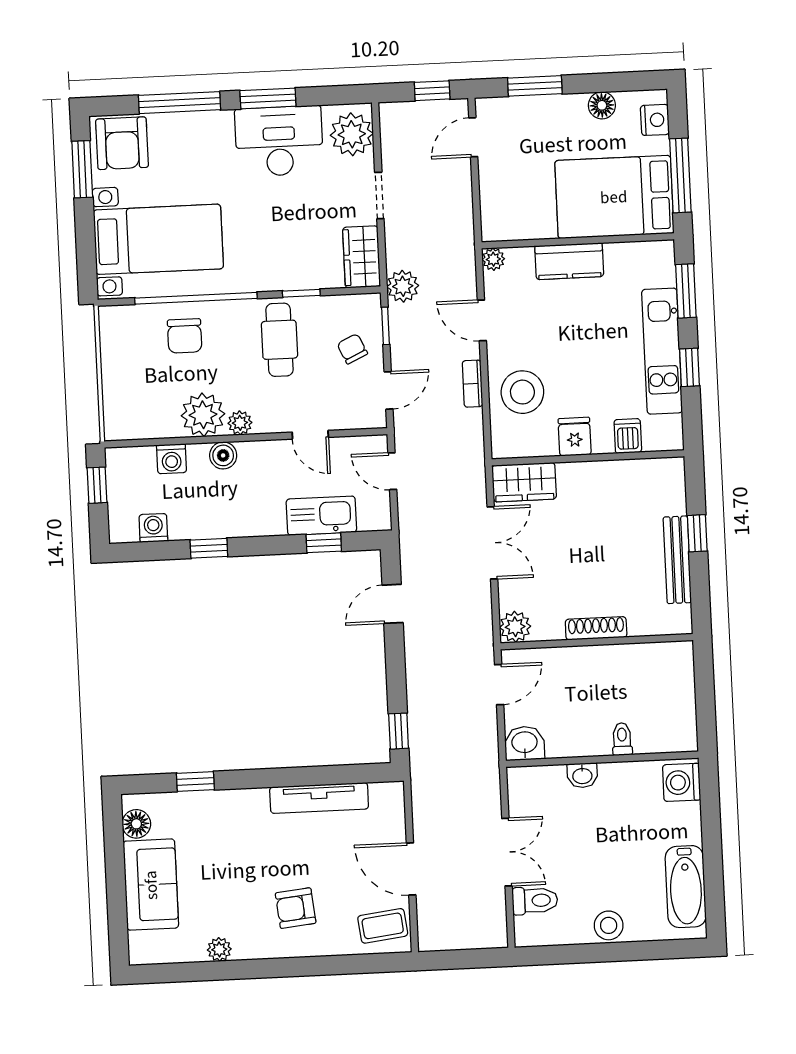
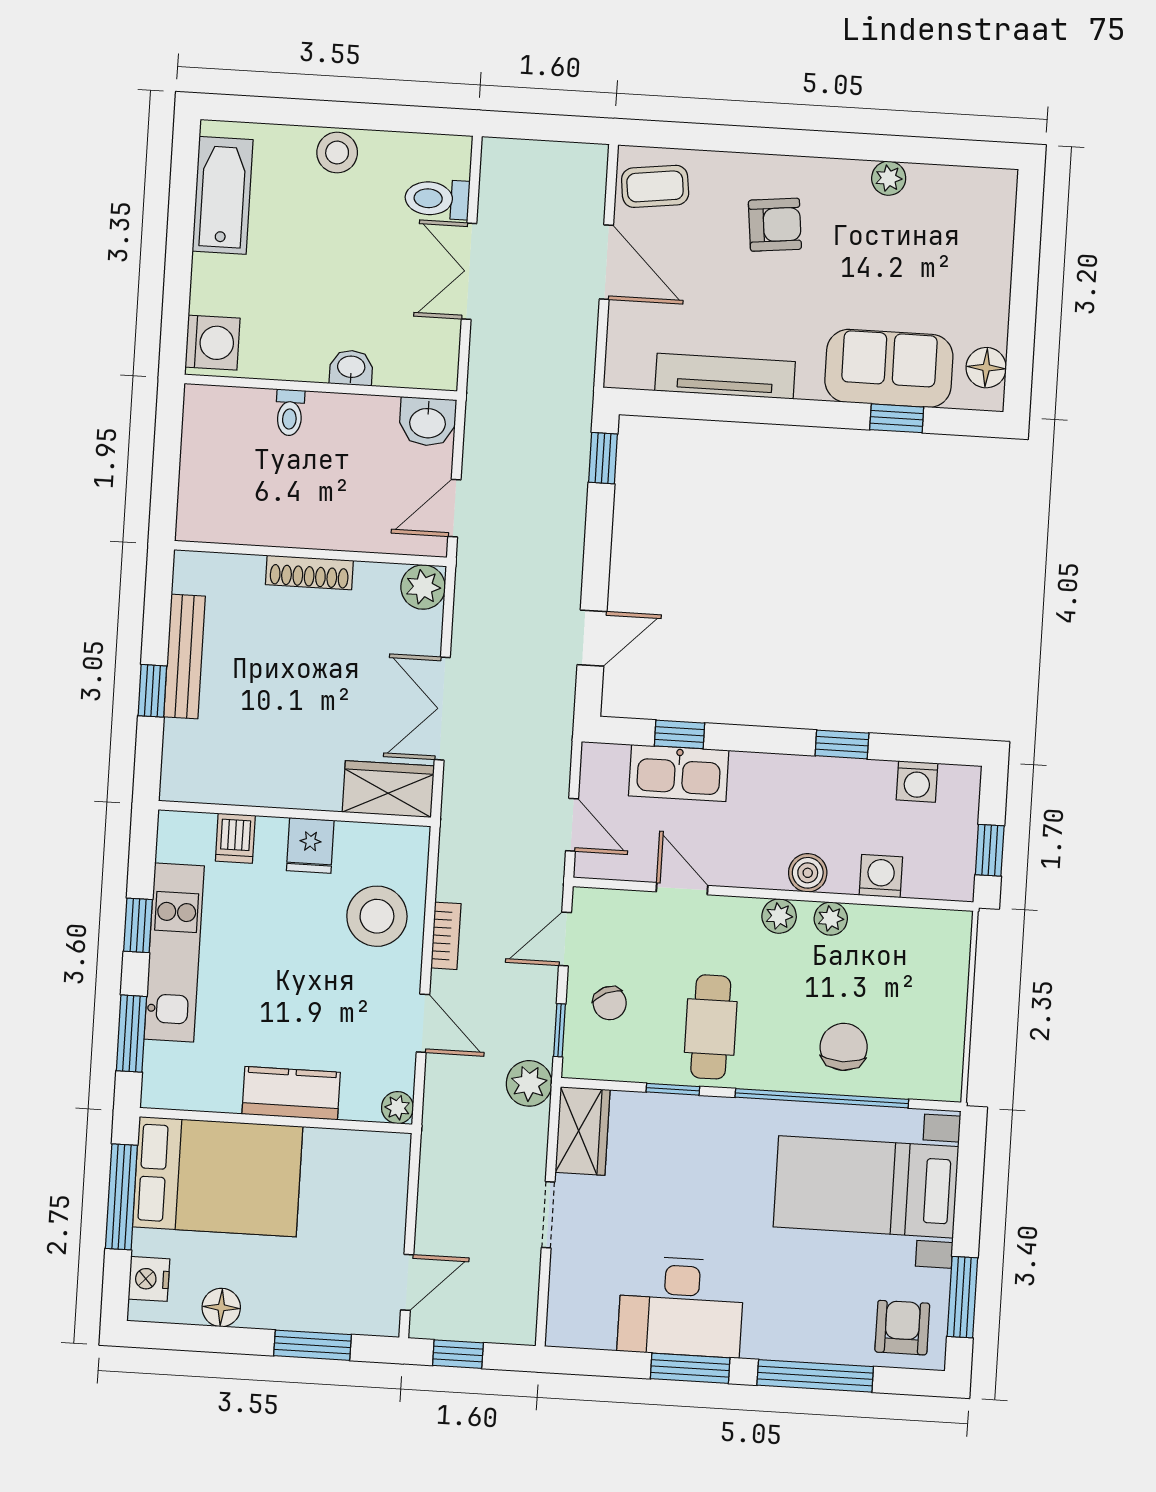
plant: (352, 134) -> (578, 1305), removed
armchair: (122, 143) -> (902, 1328), width x0.72, depth x0.72
plant: (203, 415) -> (831, 919), width x0.53, depth x0.53
sofa: (151, 885) -> (889, 368), moved, turned 90

